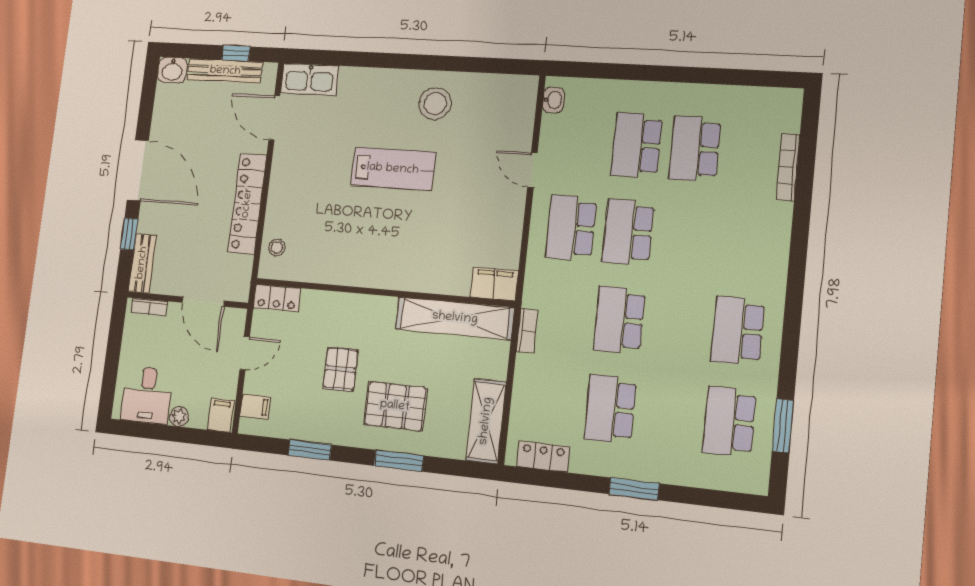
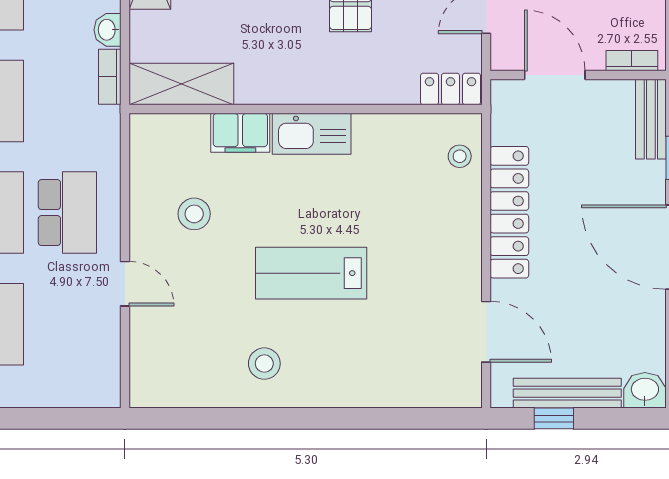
kitchen sink: (310, 79) -> (312, 134), moved, turned 180
washbasin: (553, 100) -> (107, 30), moved
stool: (435, 104) -> (264, 364), width x0.73, depth x0.73
stool: (474, 219) -> (194, 214), added
filing cabinet: (494, 284) -> (240, 133), moved
shelving: (455, 318) -> (181, 84), width x0.68

